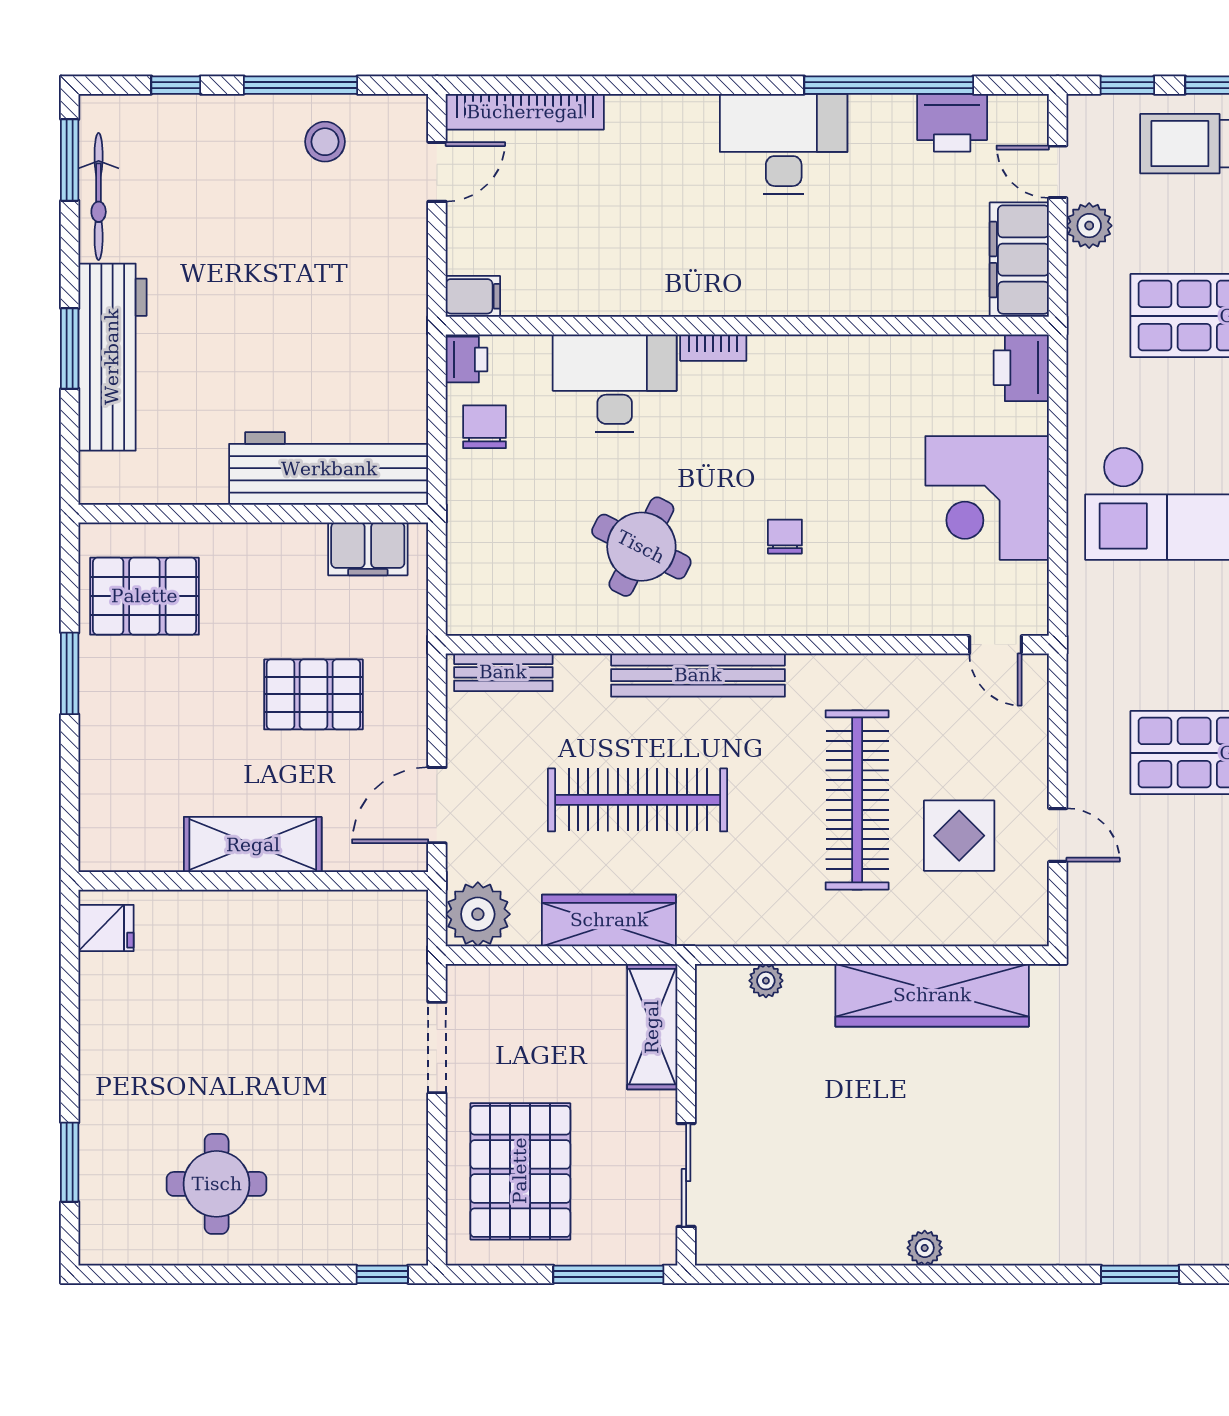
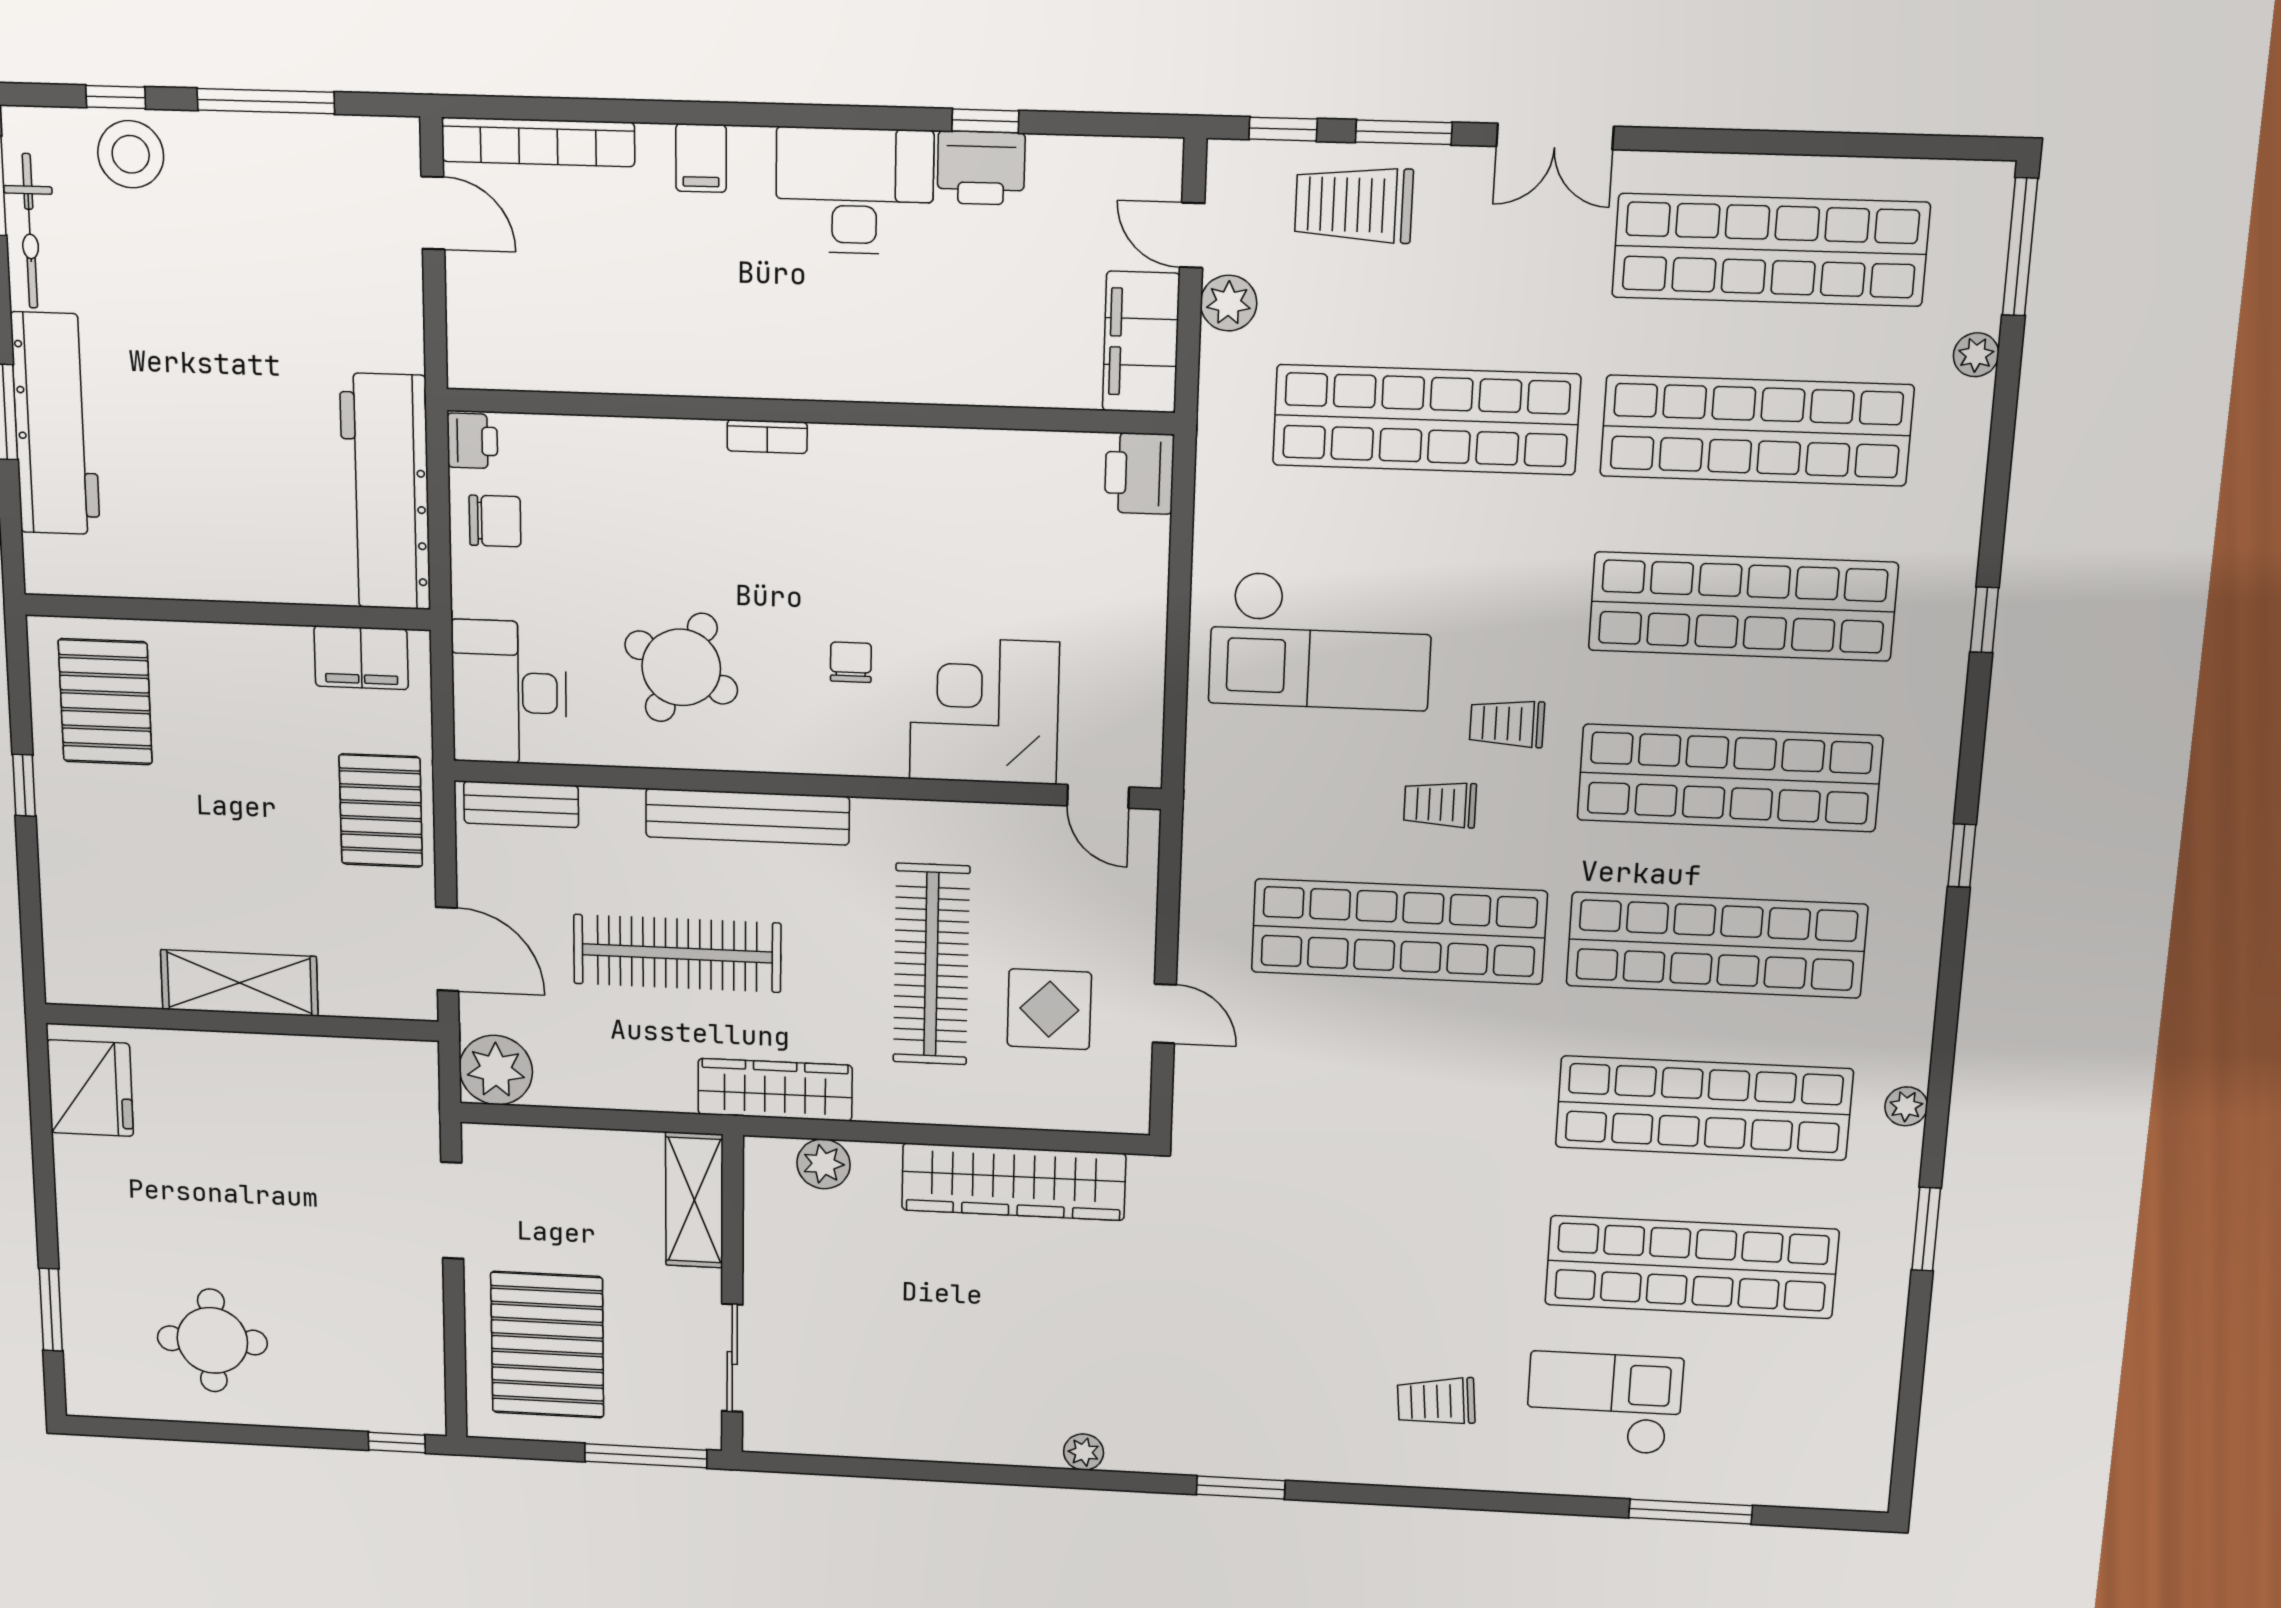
window: (889, 85) -> (985, 121), width x0.32
printer: (952, 123) -> (981, 168), moved
stool: (325, 142) -> (131, 154), moved, width x1.38, depth x1.38
door: (437, 172) -> (433, 213), hinge flipped
filing cabinet: (473, 296) -> (701, 158), moved, turned 90
desk: (615, 383) -> (509, 692), moved, turned -90
chair: (484, 427) -> (495, 521), turned 90
workbench: (329, 469) -> (385, 492), moved, turned -90
corner desk: (987, 498) -> (984, 711), moved, turned 90
pallet: (144, 596) -> (105, 702), turned 90
window: (70, 673) -> (24, 785), width x0.67
pallet: (313, 694) -> (381, 811), moved, turned 90
door: (437, 805) -> (447, 949), swing flipped
wardrobe: (609, 920) -> (775, 1090), moved
fridge: (106, 928) -> (90, 1088), width x1.88, depth x1.34
plant: (766, 981) -> (824, 1164), width x1.38, depth x1.38
plant: (925, 1248) -> (1084, 1452), moved

